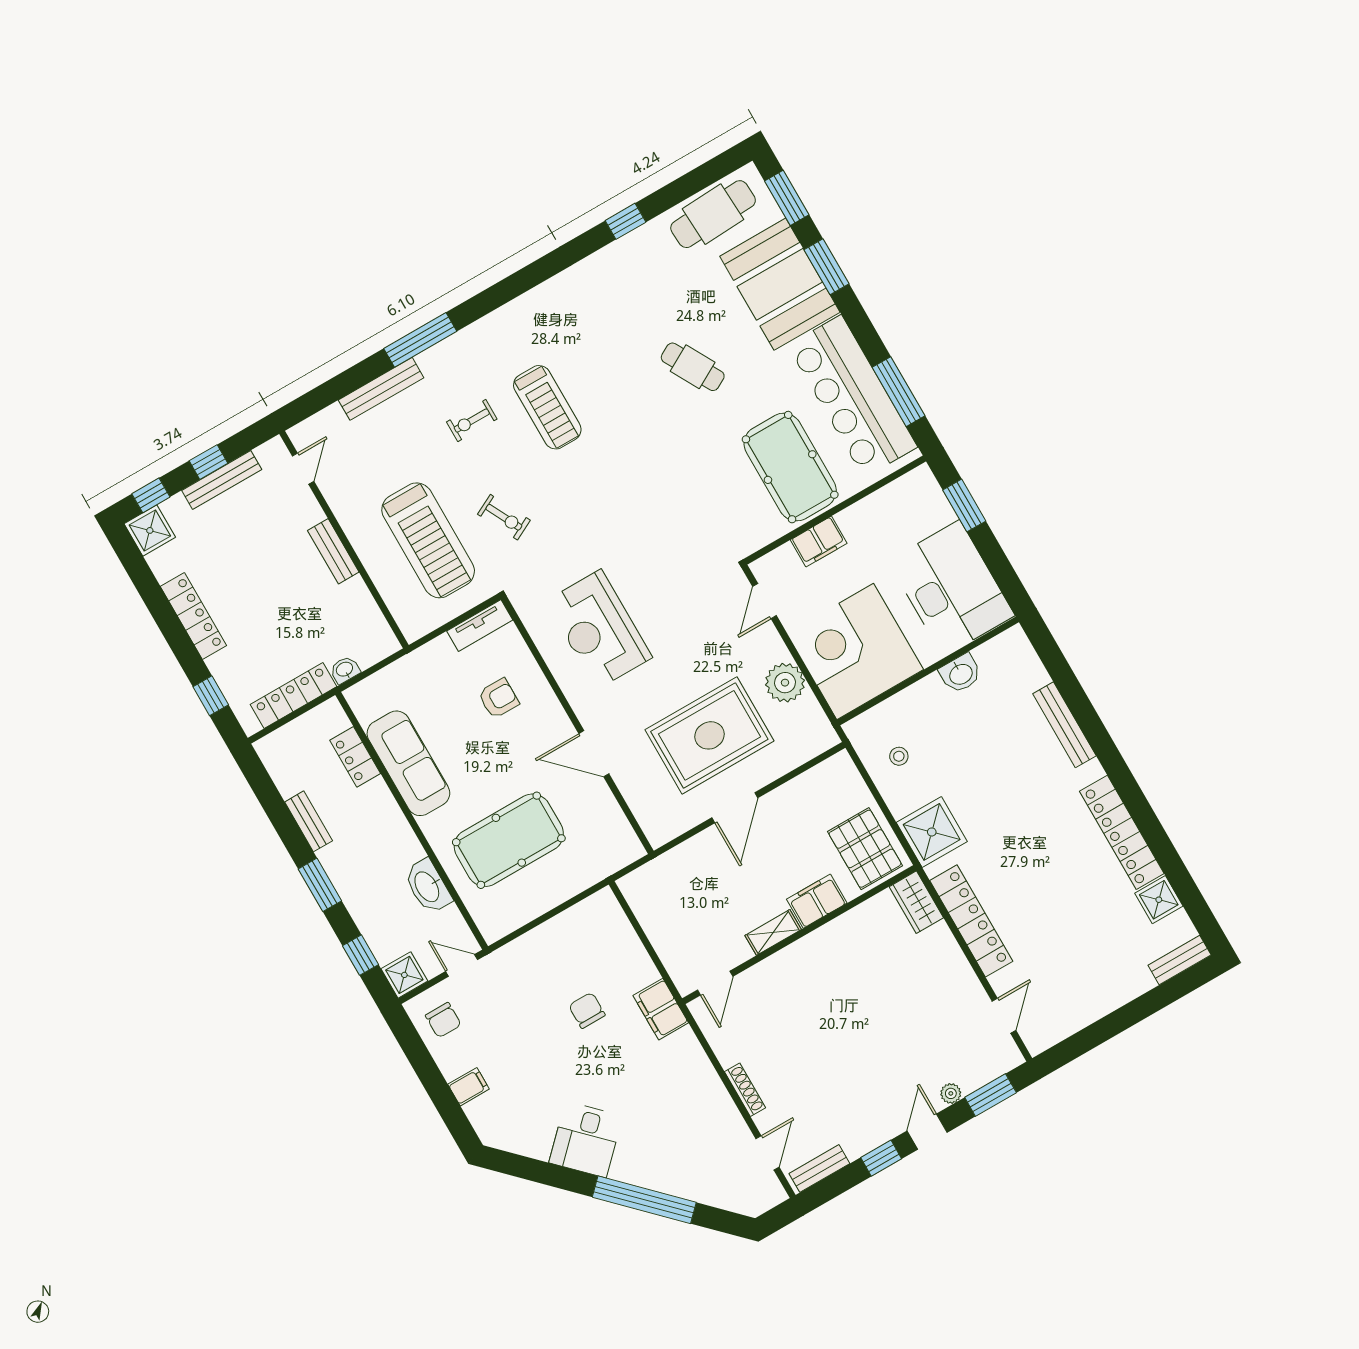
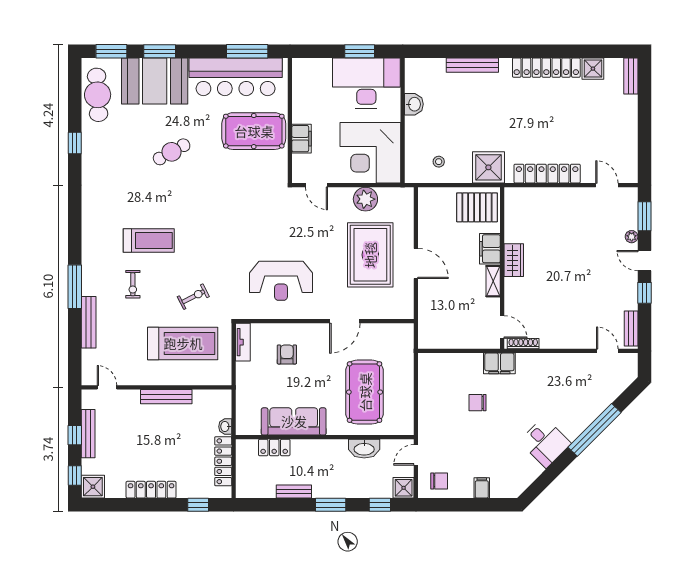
window: (964, 505) -> (360, 51), moved
bench: (333, 551) -> (166, 397), width x1.36
wardrobe: (916, 902) -> (514, 260), moved, turned -90
shoe rack: (745, 1090) -> (523, 344), moved

